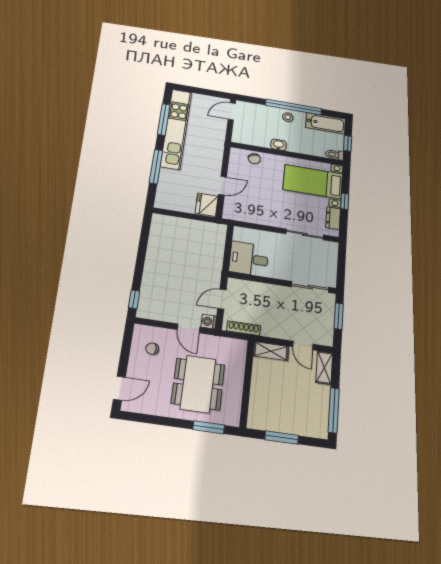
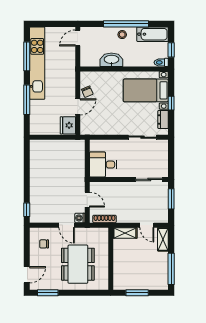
washbasin: (279, 145) -> (111, 60), width x1.91, depth x1.45
chair: (254, 159) -> (87, 92), moved
door: (222, 299) -> (87, 200), swing flipped
window: (209, 427) -> (48, 293), moved

